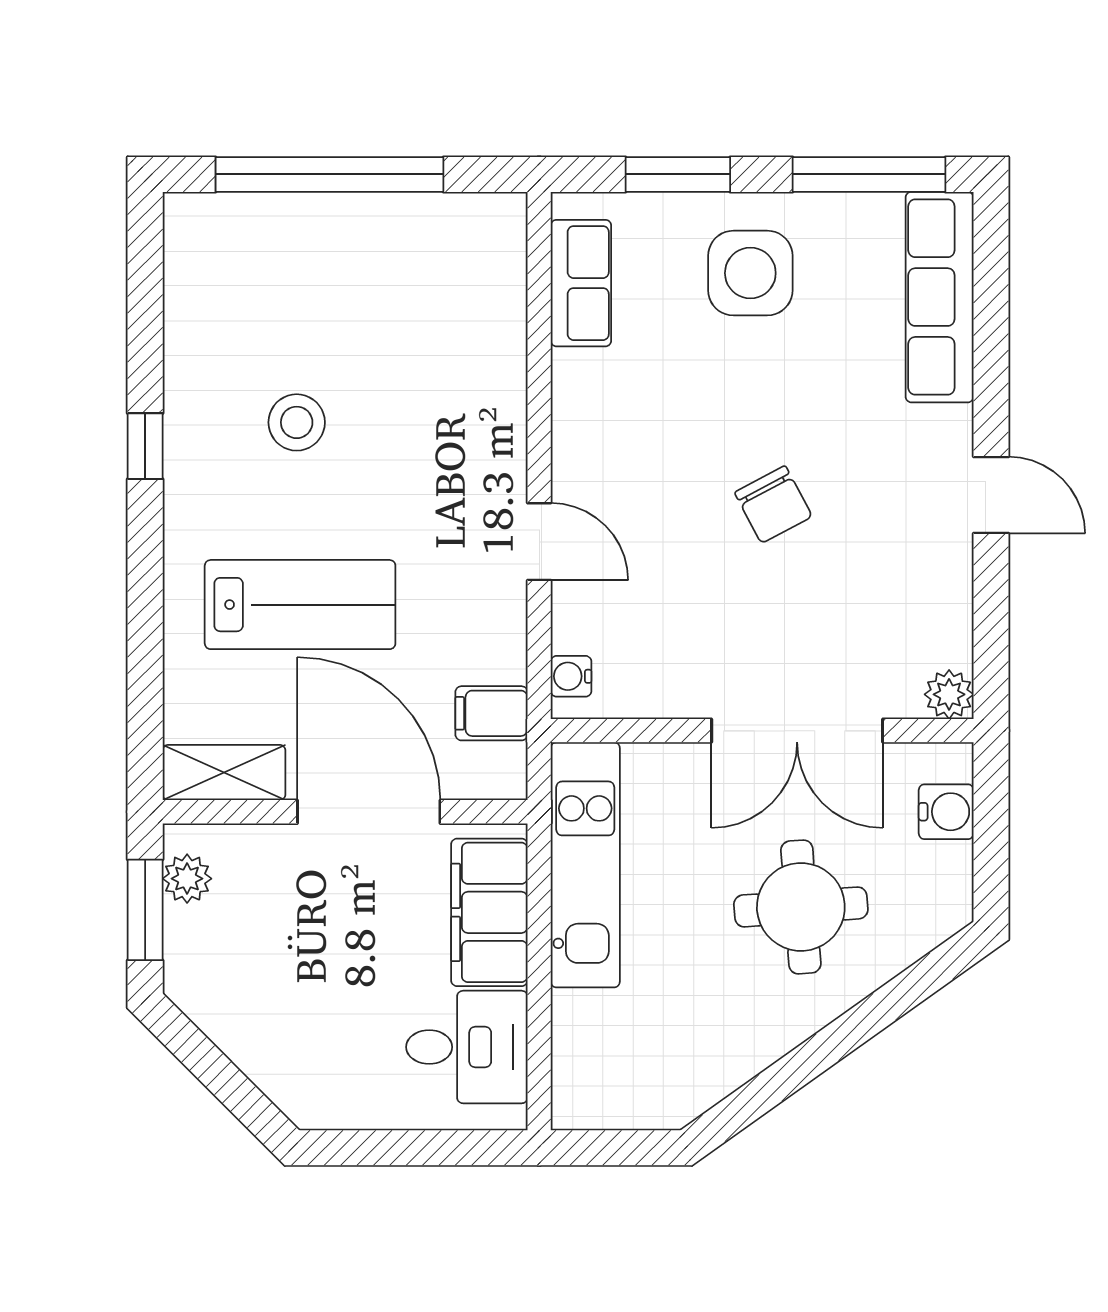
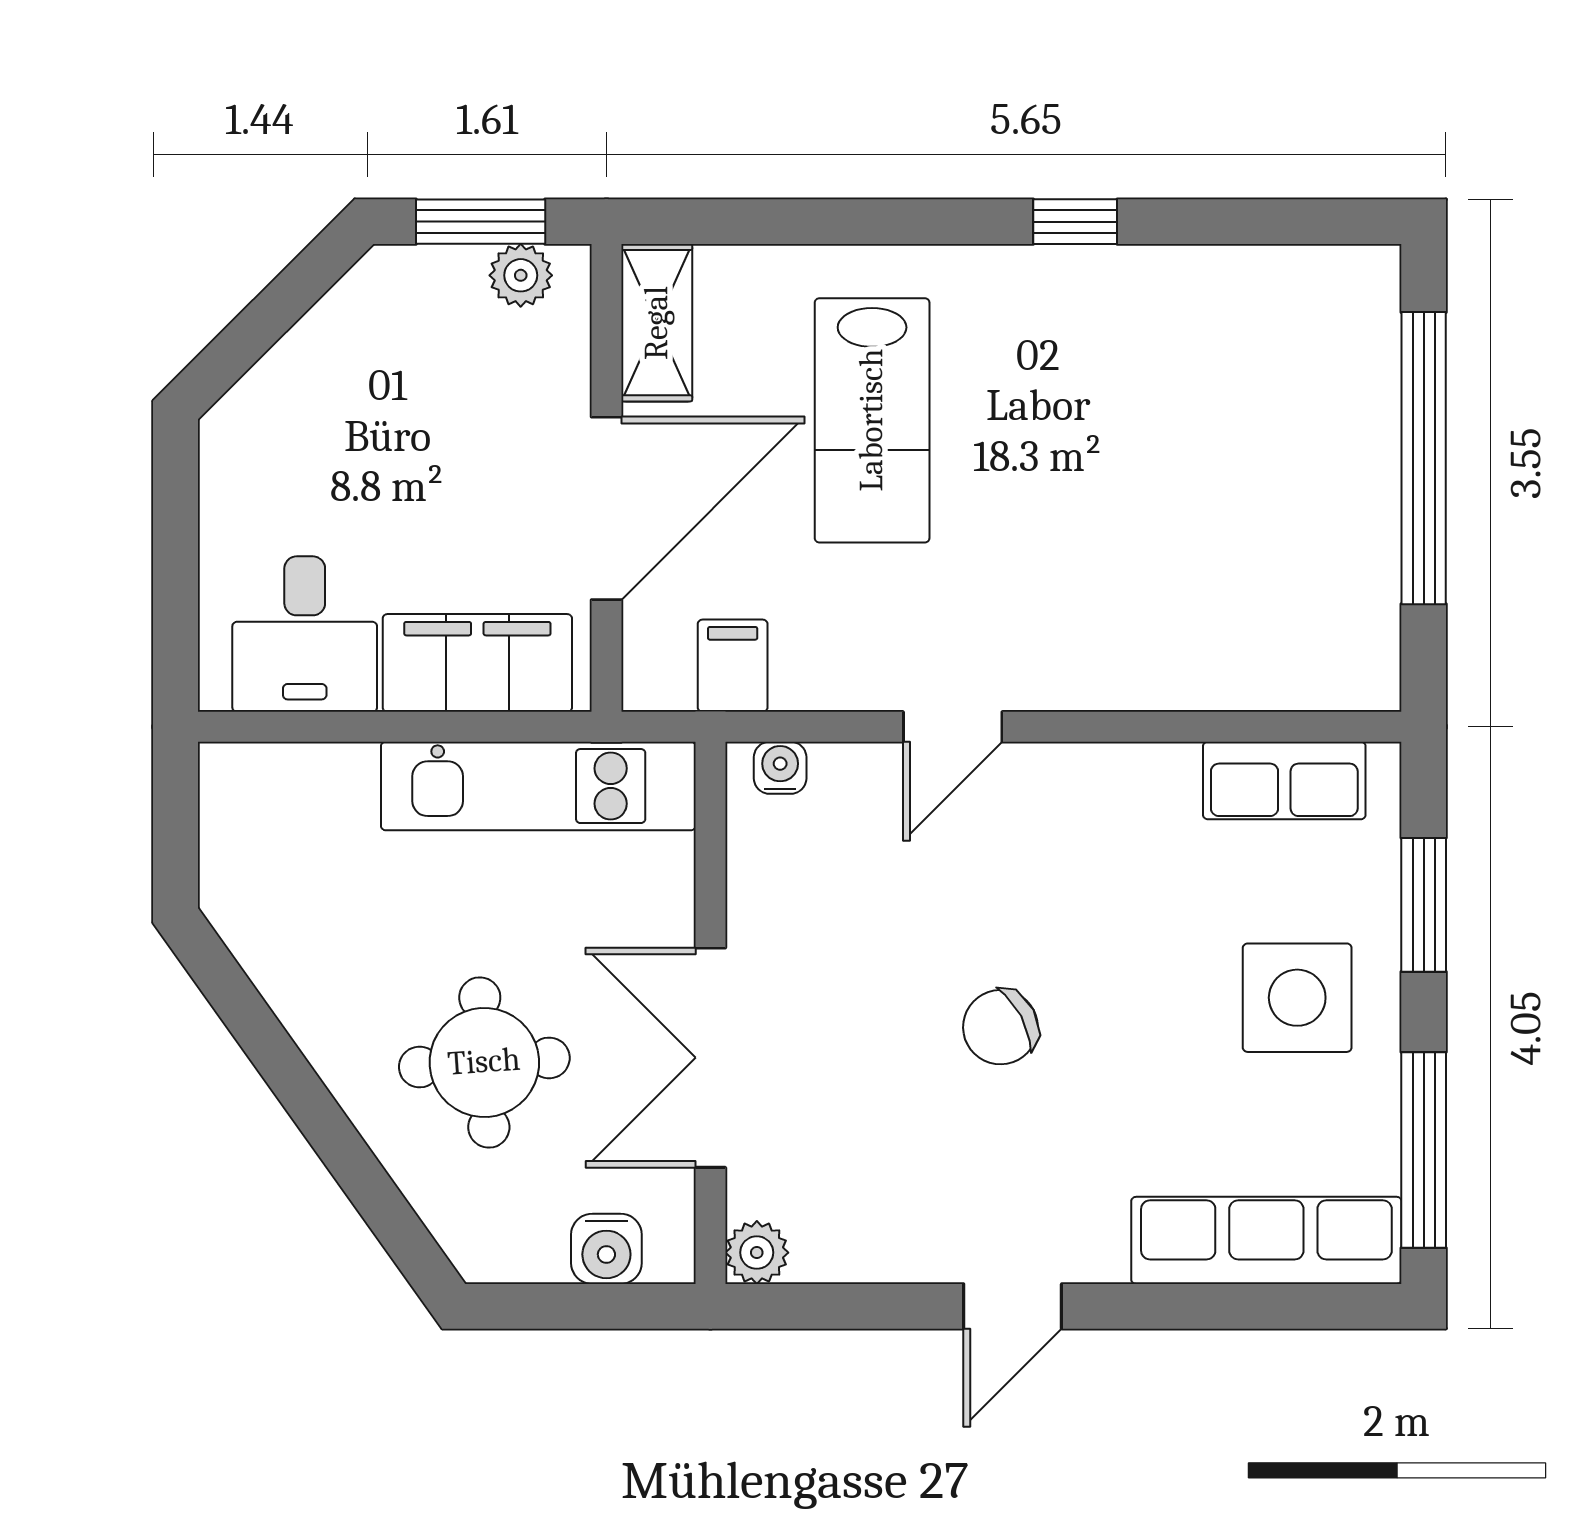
stool: (297, 422) -> (1106, 416), removed

